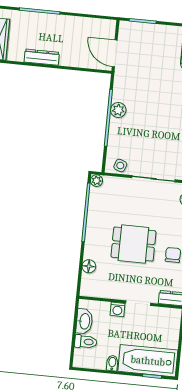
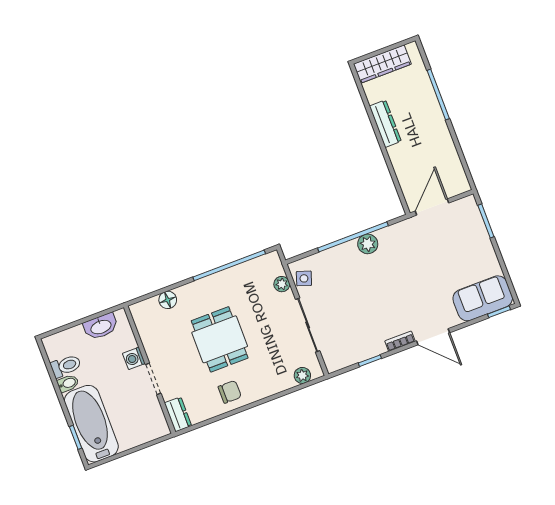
plant: (96, 181) -> (282, 284), moved
toilet: (86, 342) -> (66, 366), moved, turned -90

